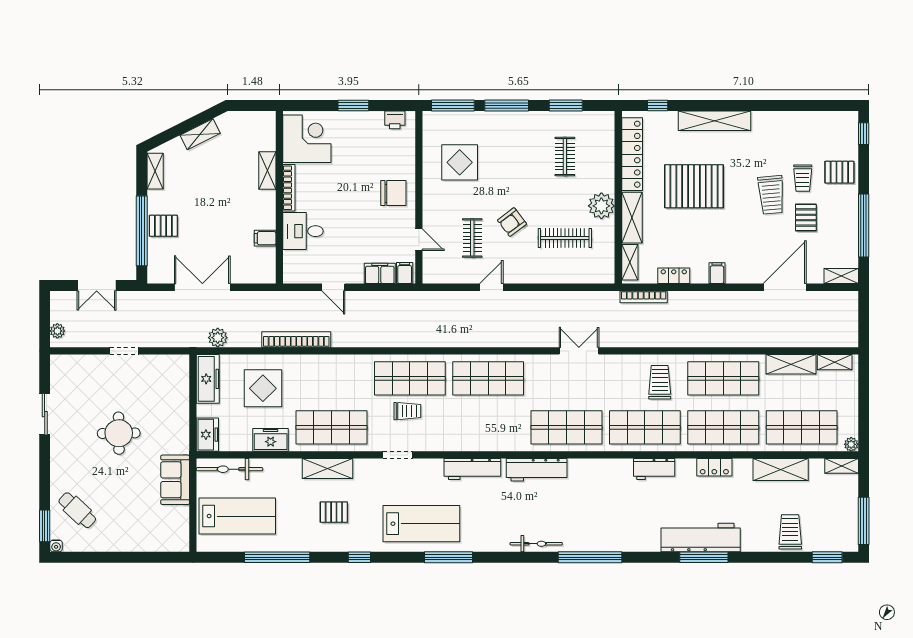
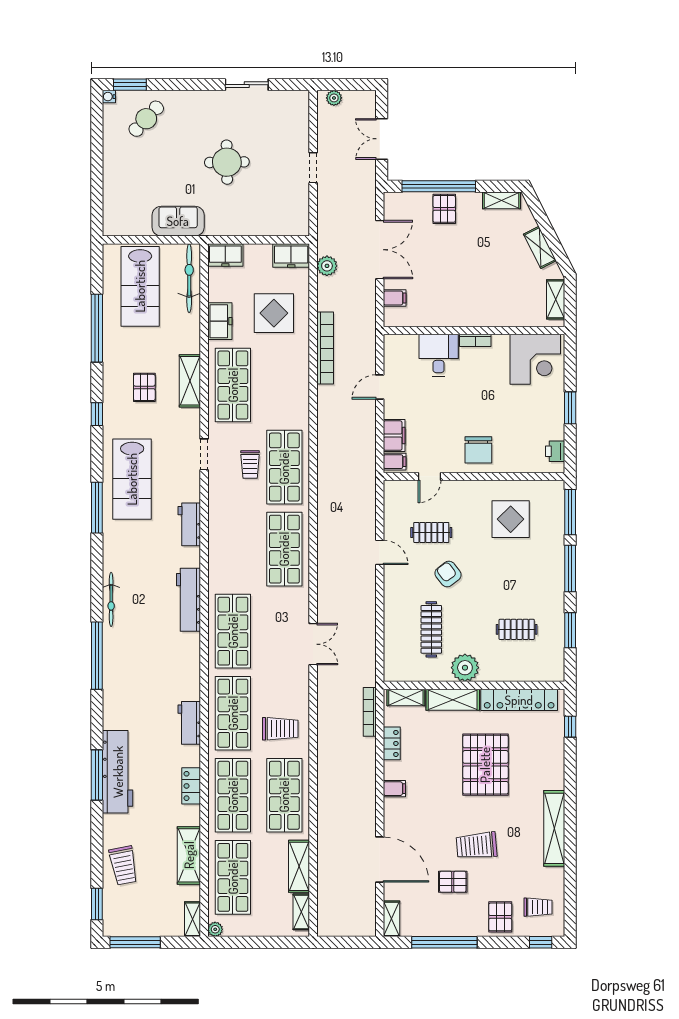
shelving: (714, 121) -> (554, 828), moved
shelving: (267, 171) -> (556, 299), moved, turned 90
trolley: (803, 178) -> (538, 907), moved, turned 180
bookcase: (289, 188) -> (475, 340), width x0.64
filing cabinet: (265, 238) -> (395, 298), moved, turned 90
freezer: (208, 379) -> (291, 255), width x0.71
workbench: (472, 469) -> (189, 524), width x0.73
trolley: (790, 532) -> (123, 865), turned 79

